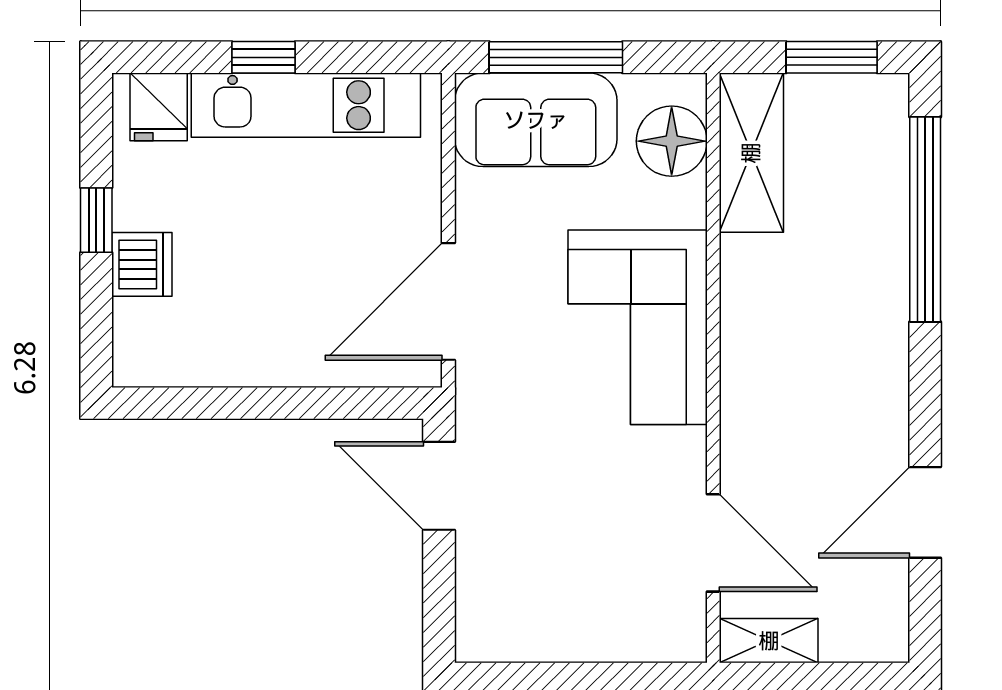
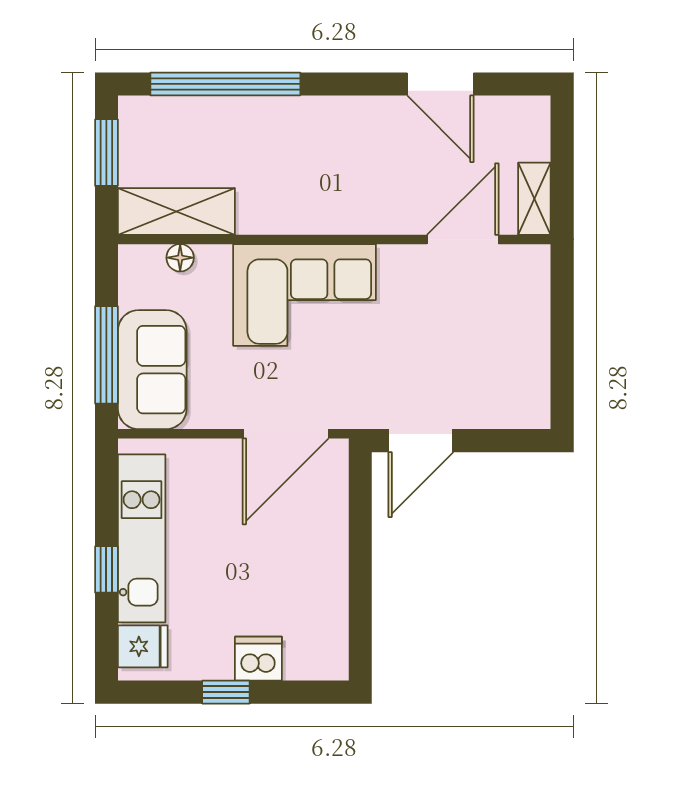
floor lamp: (672, 141) -> (180, 258), width x0.53, depth x0.53
door: (448, 301) -> (286, 434), hinge flipped

